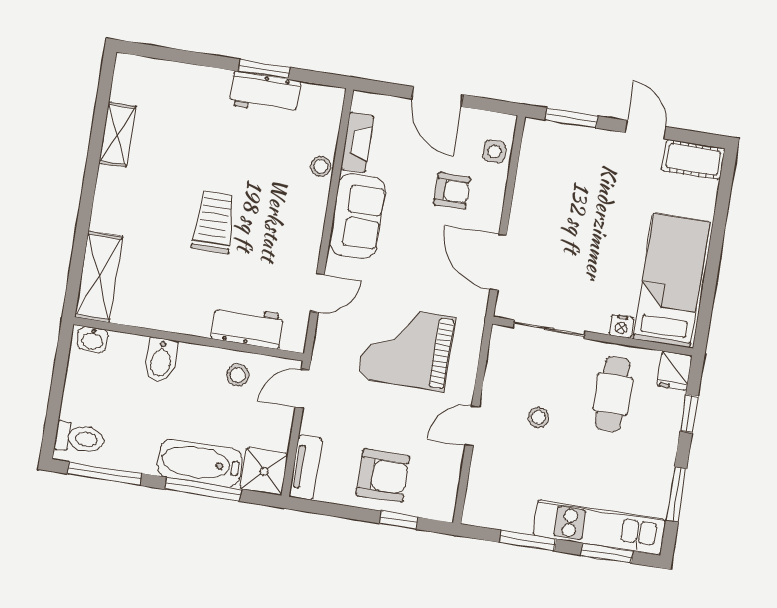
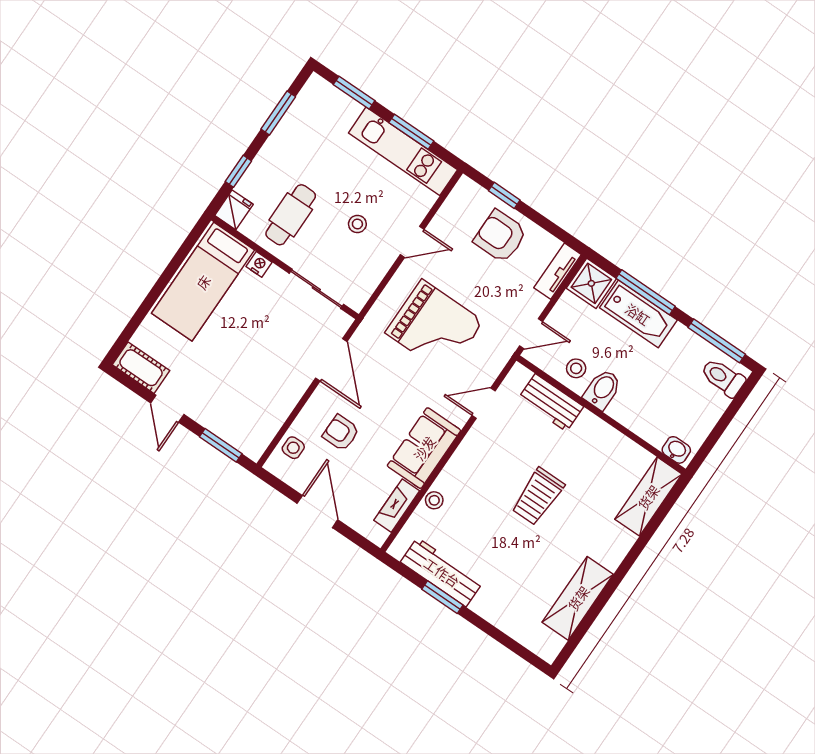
workbench: (265, 93) -> (442, 572), width x1.38
shelving: (117, 134) -> (578, 598), width x1.50, depth x1.33
bidet: (161, 360) -> (602, 389), moved
kitchen unit: (599, 528) -> (403, 151), moved

